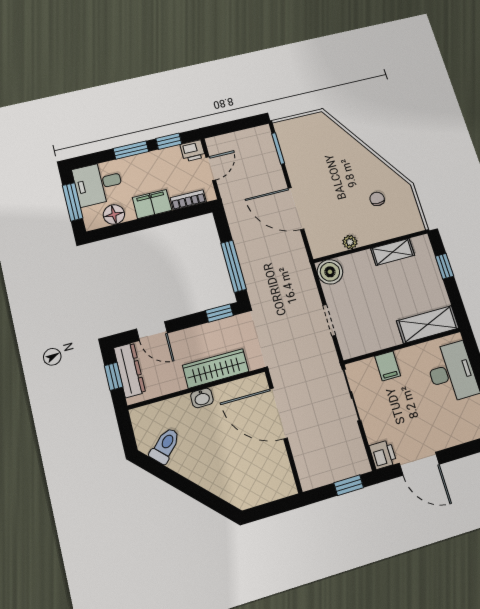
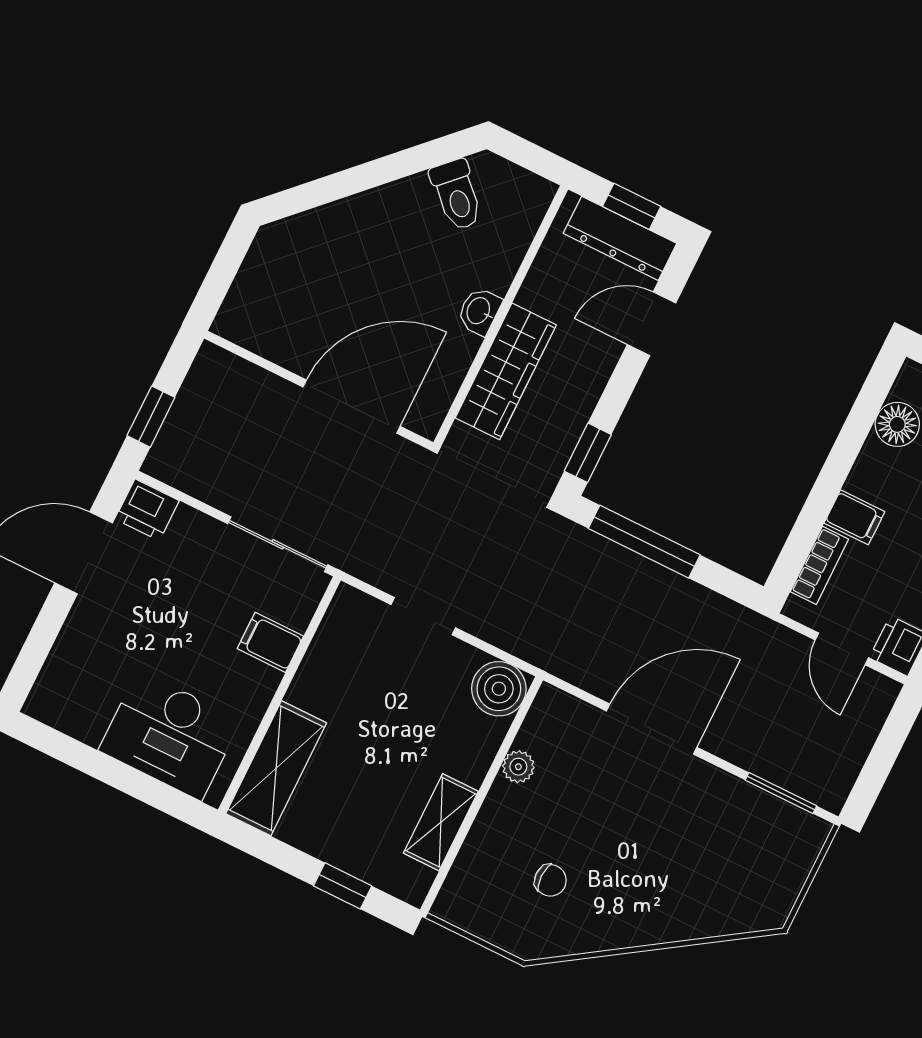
filing cabinet: (152, 204) -> (854, 517), width x0.50

